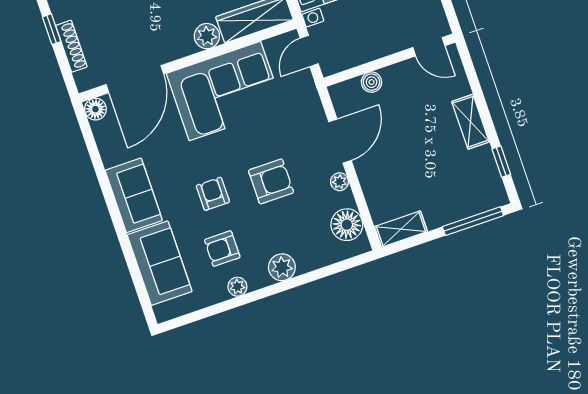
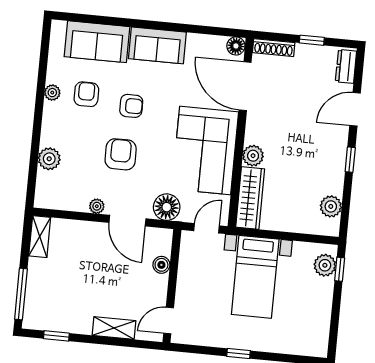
shoe rack: (71, 46) -> (274, 48), moved
door: (309, 51) -> (207, 228), hinge flipped
shelving: (470, 122) -> (114, 328), moved
armchair: (271, 181) -> (121, 154), turned 180
floor lamp: (347, 225) -> (167, 207), moved
plant: (282, 267) -> (49, 159), moved

